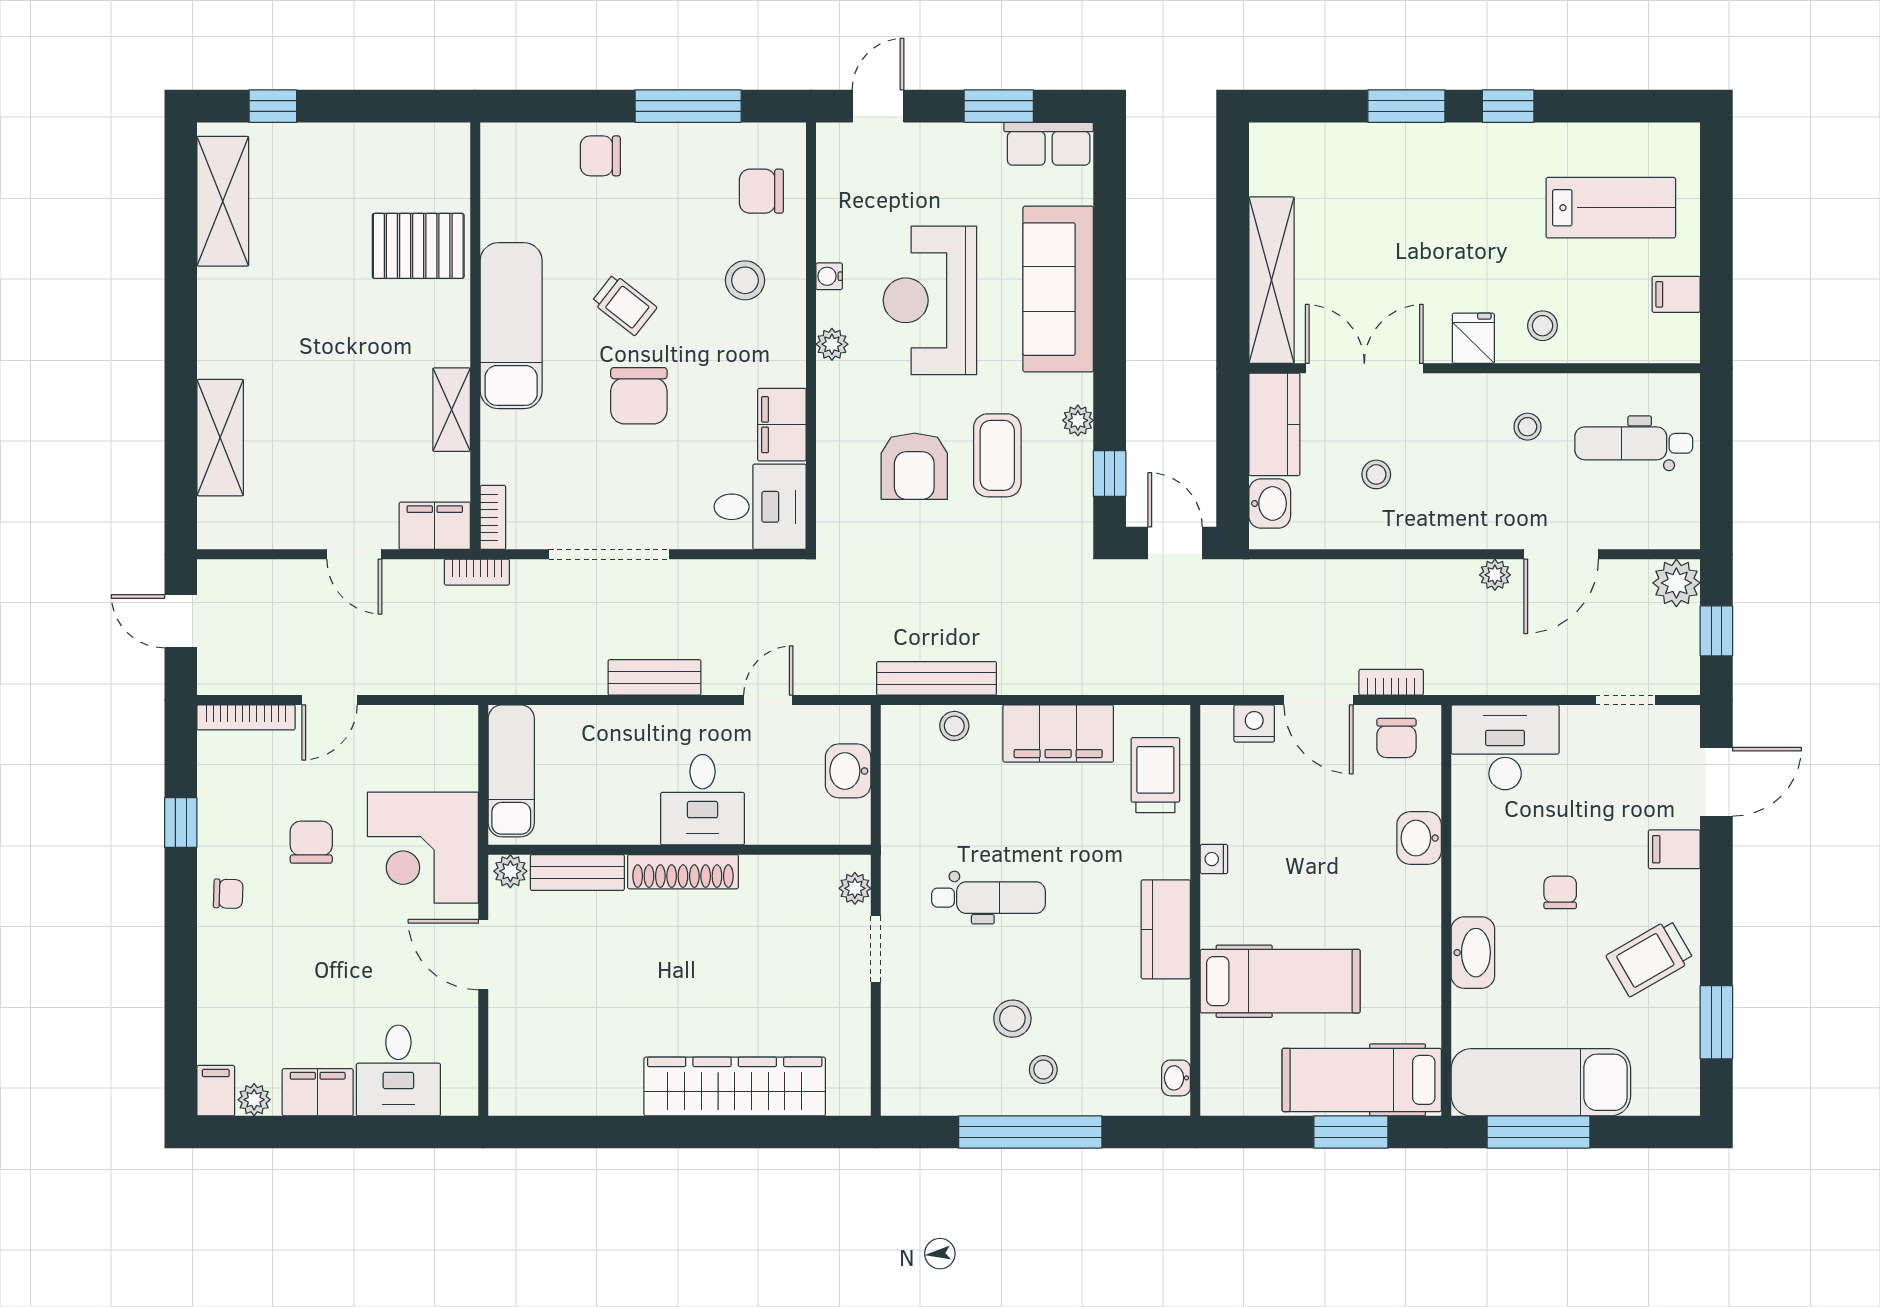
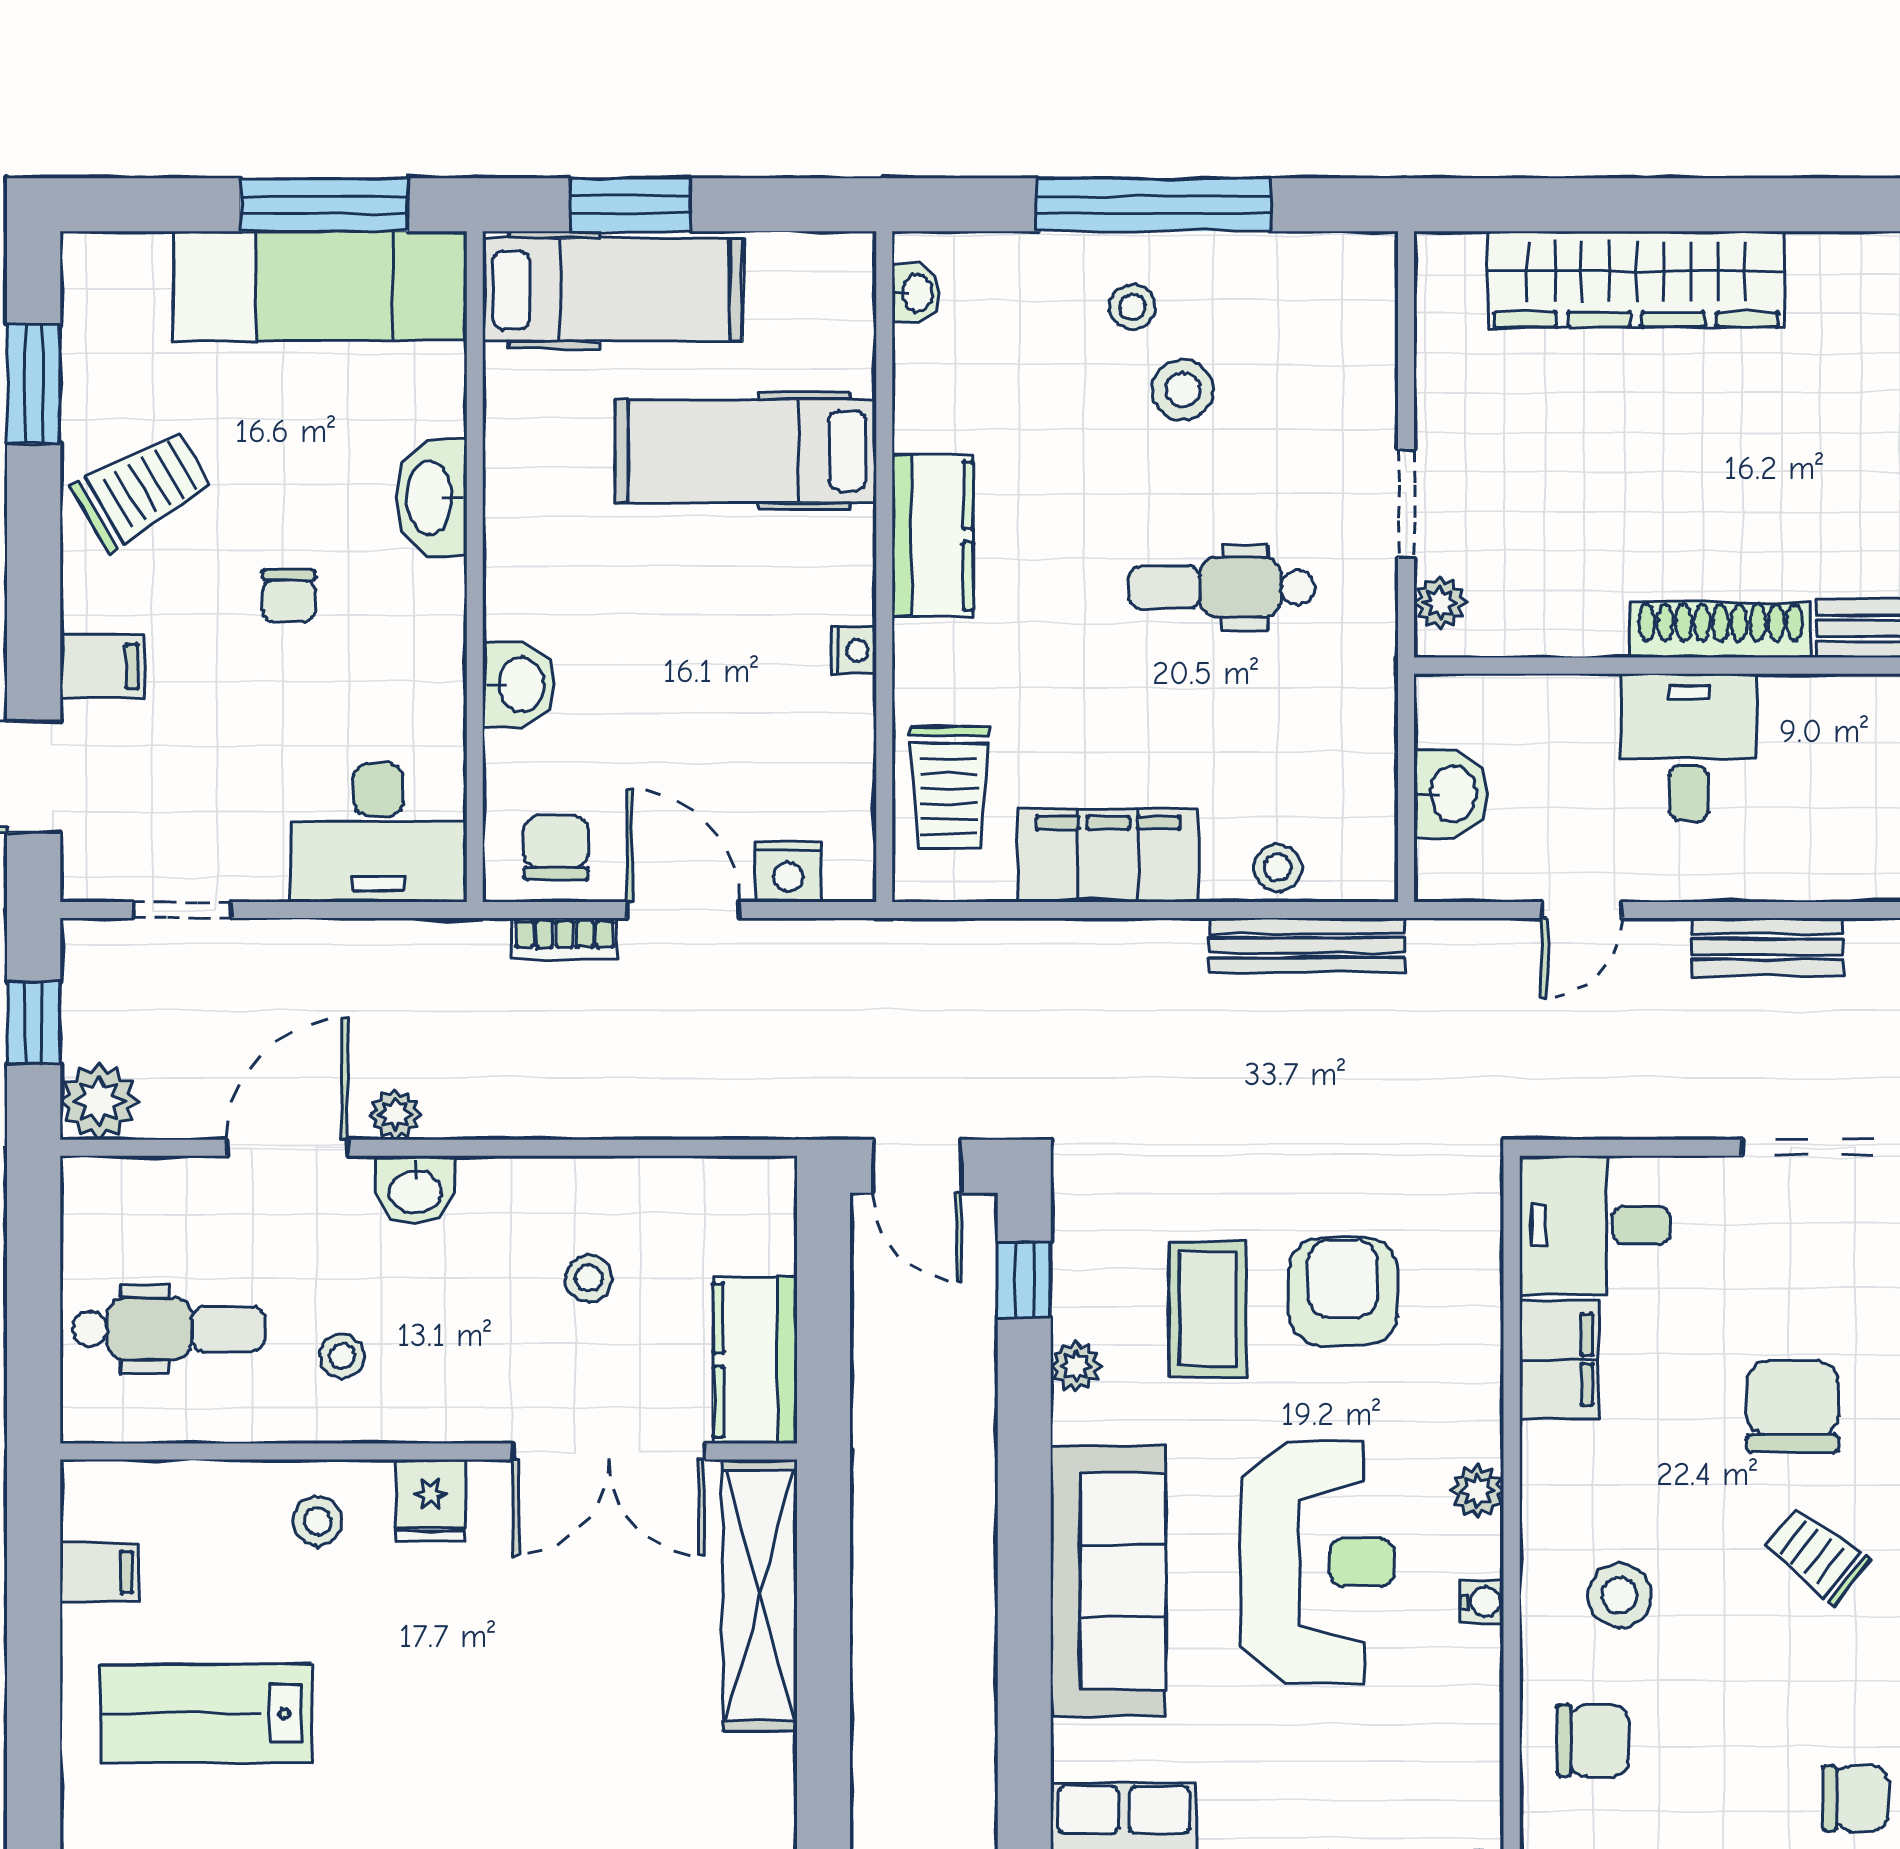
washbasin: (1270, 503) -> (415, 1190), moved, turned -90

